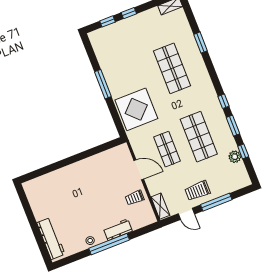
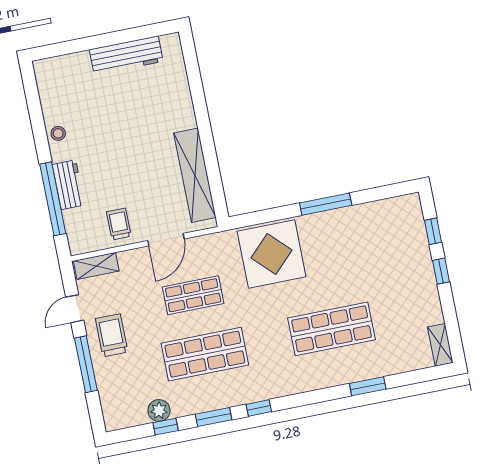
shelving: (100, 160) -> (195, 175), added
workbench: (51, 239) -> (126, 55), moved
window: (109, 244) -> (53, 199), moved

